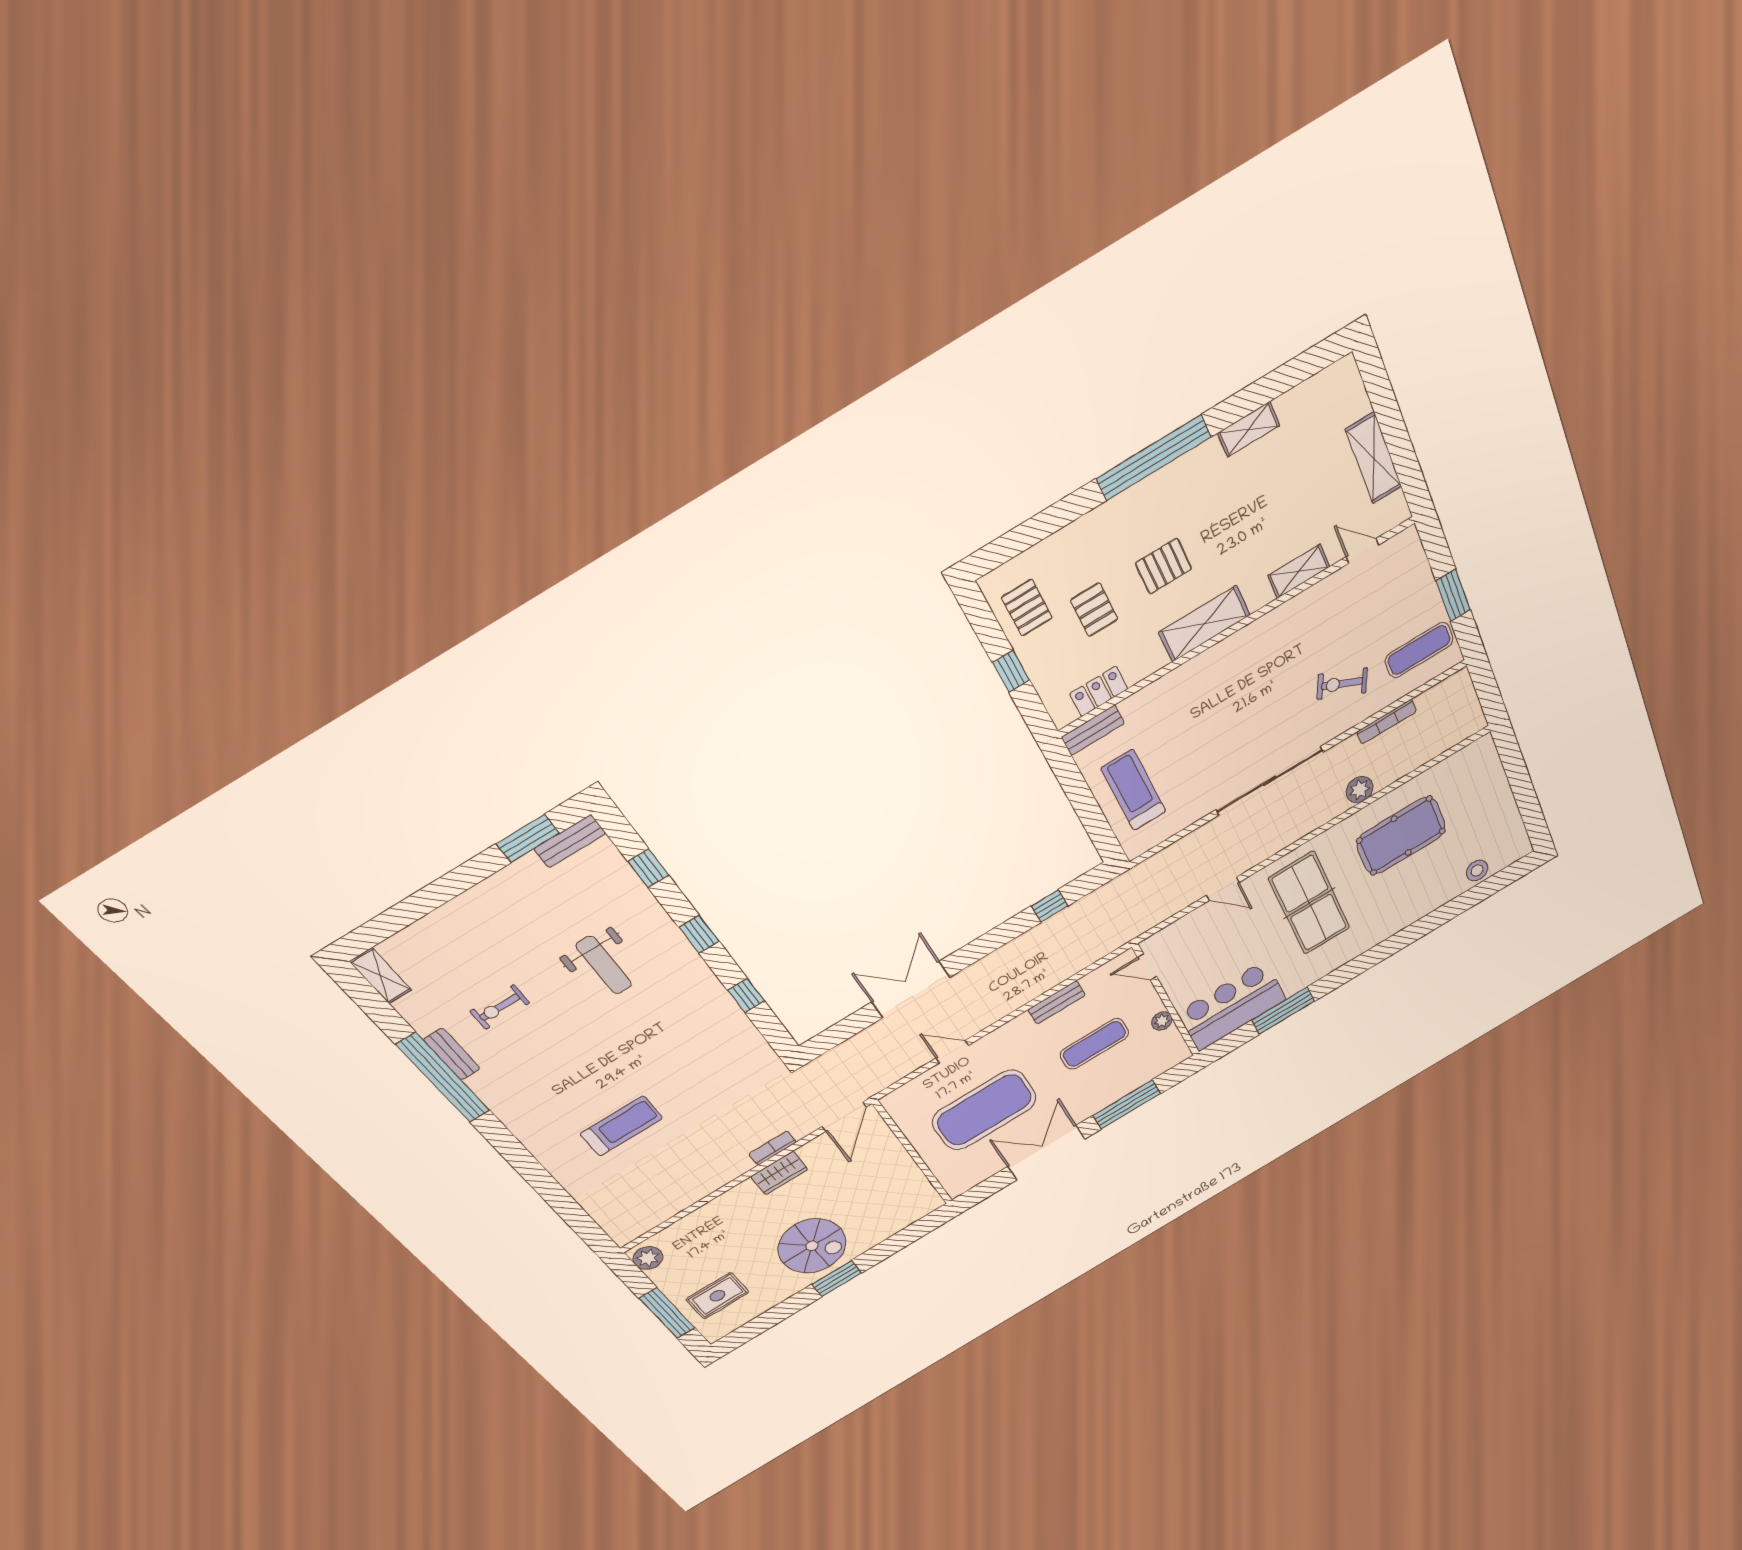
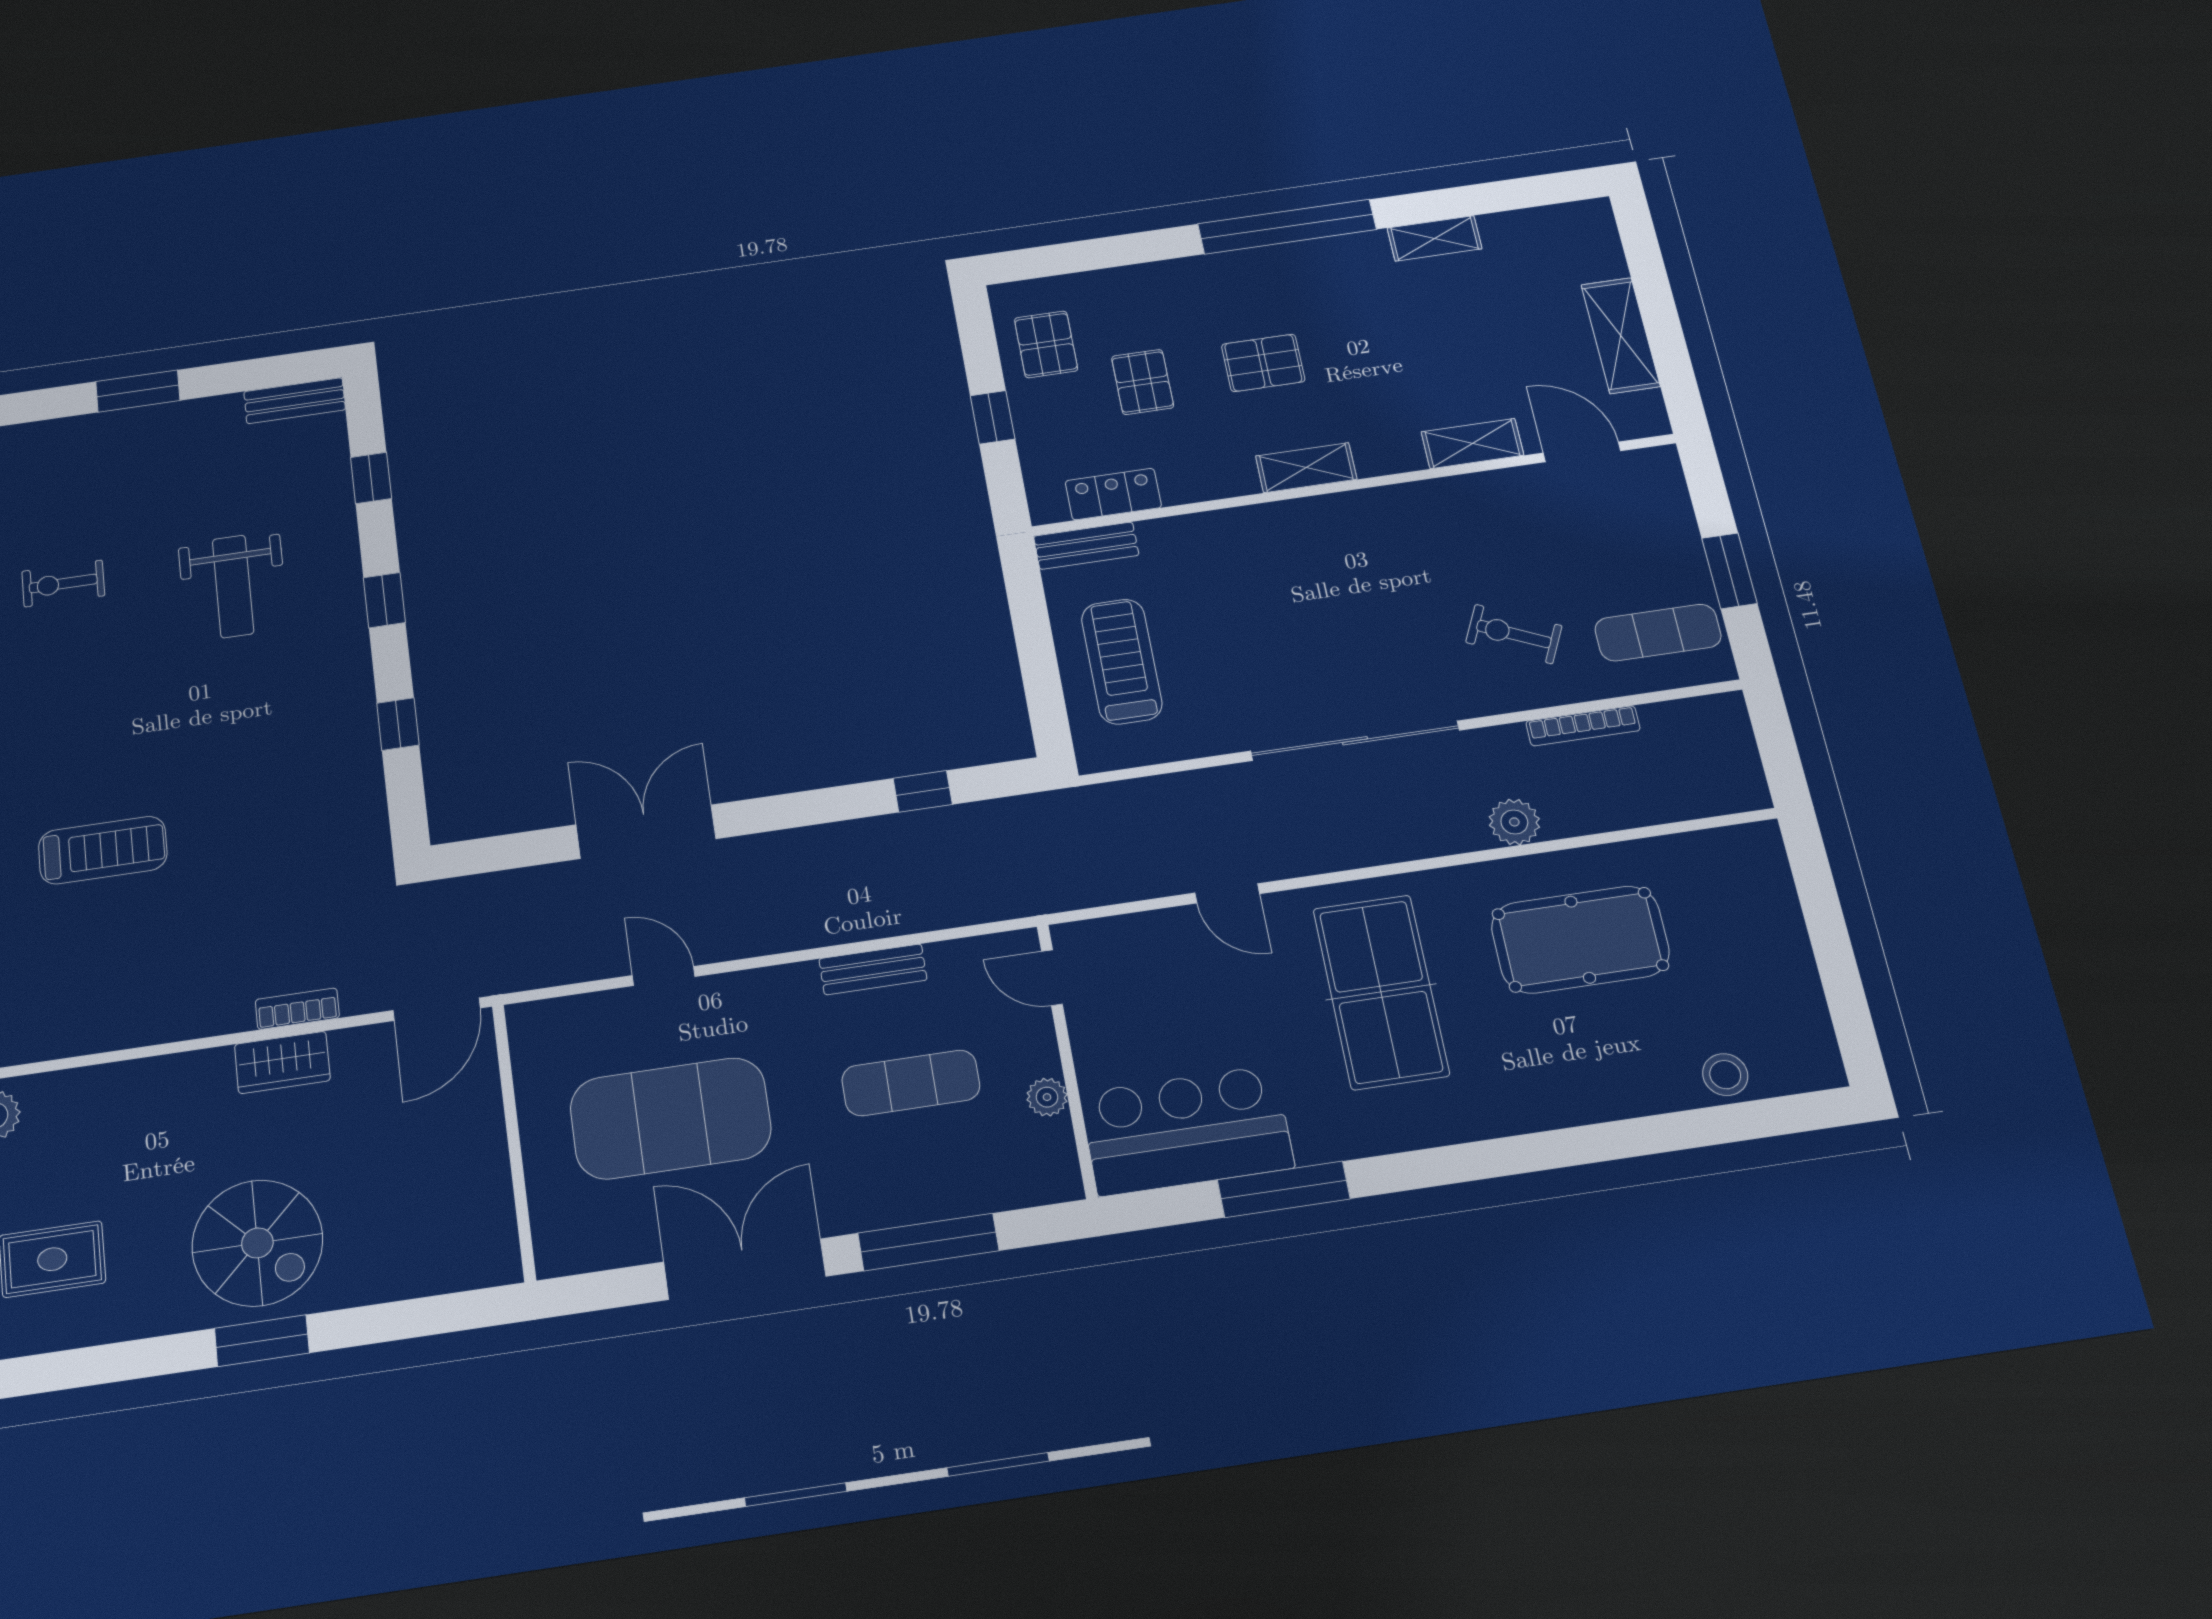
door: (1362, 551) -> (1582, 452), width x1.38
shelving: (1204, 624) -> (1306, 468), width x0.67, depth x0.75
window: (528, 838) -> (138, 391), moved

